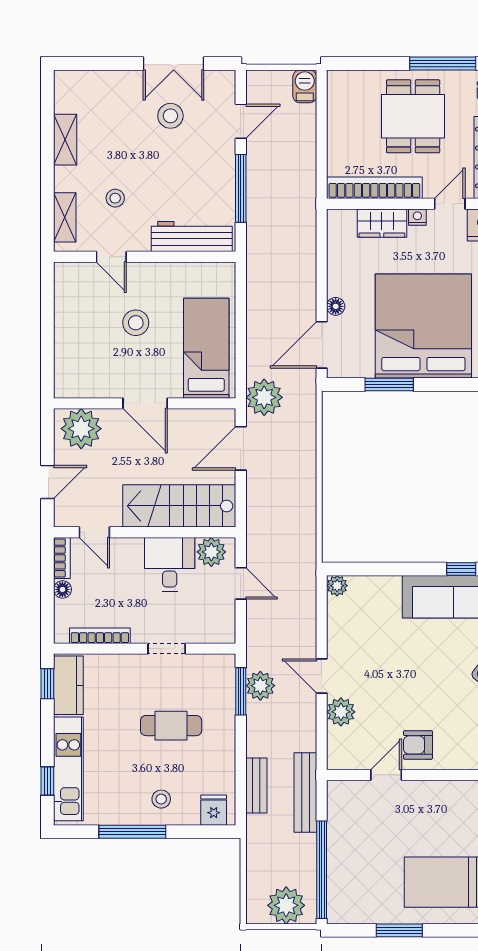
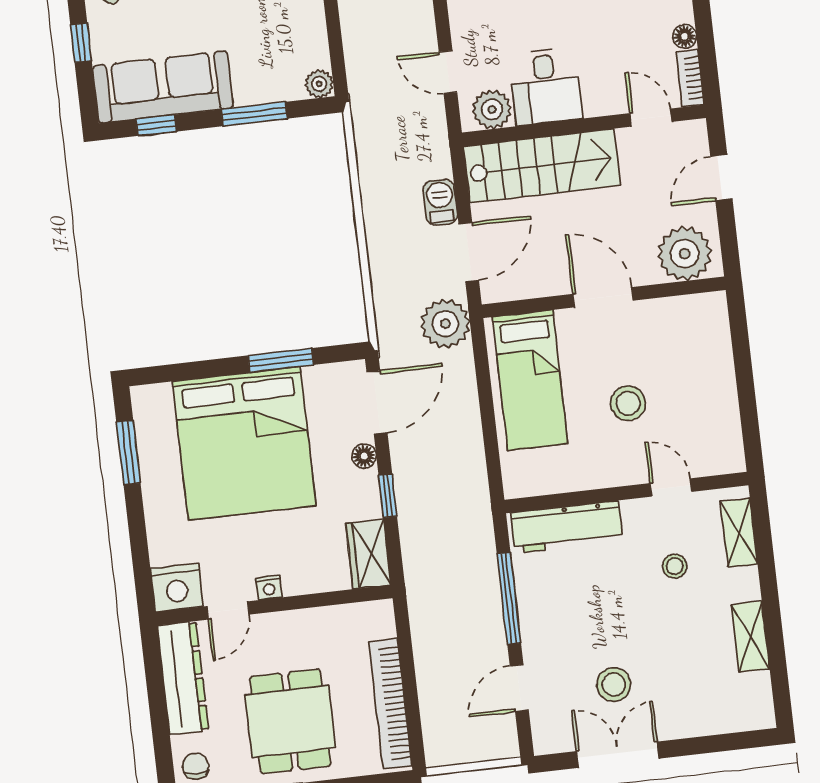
barbecue: (305, 86) -> (440, 202), moved, turned 180
bookcase: (374, 188) -> (390, 704), moved, turned 90
wardrobe: (382, 223) -> (368, 554), moved, turned -90
window: (322, 275) -> (388, 496), added
window: (388, 569) -> (254, 114), added

